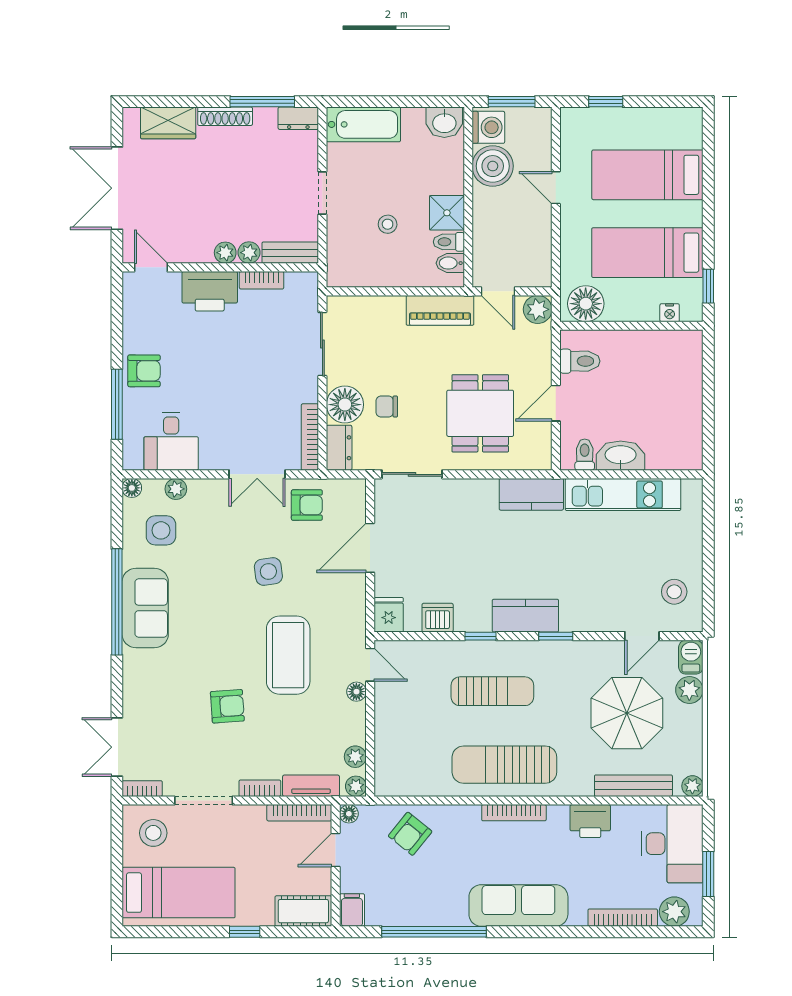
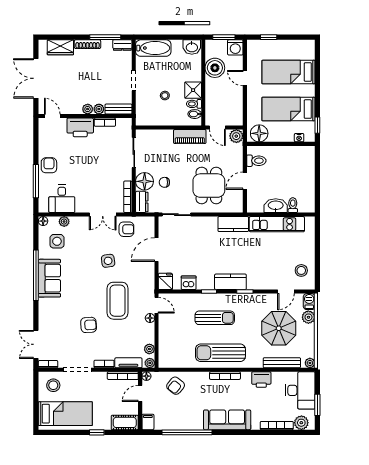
washing machine: (488, 127) -> (235, 47), moved, turned 90
armchair: (144, 371) -> (49, 165), turned -90
toilet: (585, 455) -> (293, 205), moved

